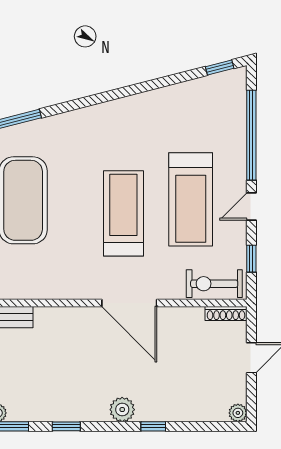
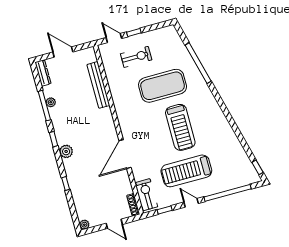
treadmill: (123, 213) -> (180, 127), moved, turned 90
plant: (122, 410) -> (66, 151), moved

